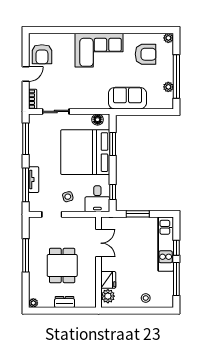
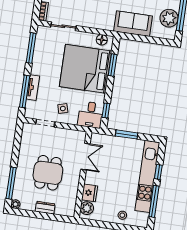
plant: (168, 87) -> (169, 18), width x1.88, depth x1.88
kitchen unit: (166, 244) -> (147, 176), width x1.36
window: (26, 255) -> (11, 183), moved

